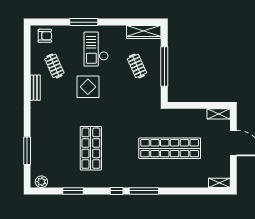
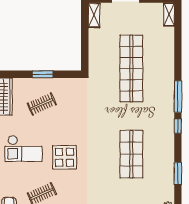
window: (164, 67) -> (43, 74), width x0.47
shop shelf: (91, 148) -> (131, 154), turned 90

